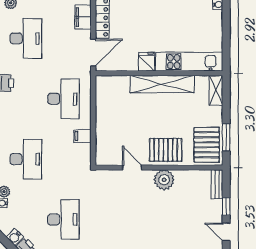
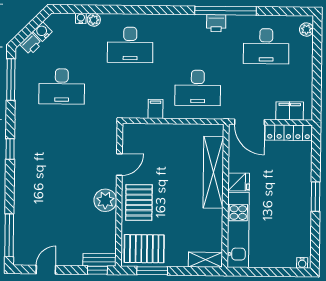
shelving: (162, 84) -> (213, 172), moved
window: (226, 206) -> (97, 270), moved

